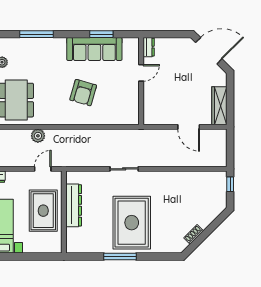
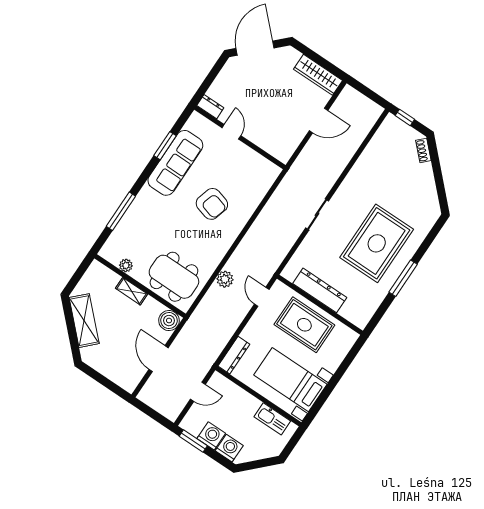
rug: (132, 223) -> (377, 243), turned 90
shoe rack: (194, 234) -> (423, 150), moved

